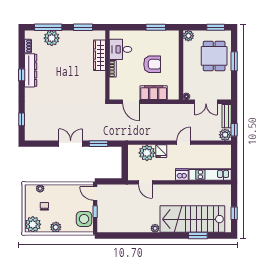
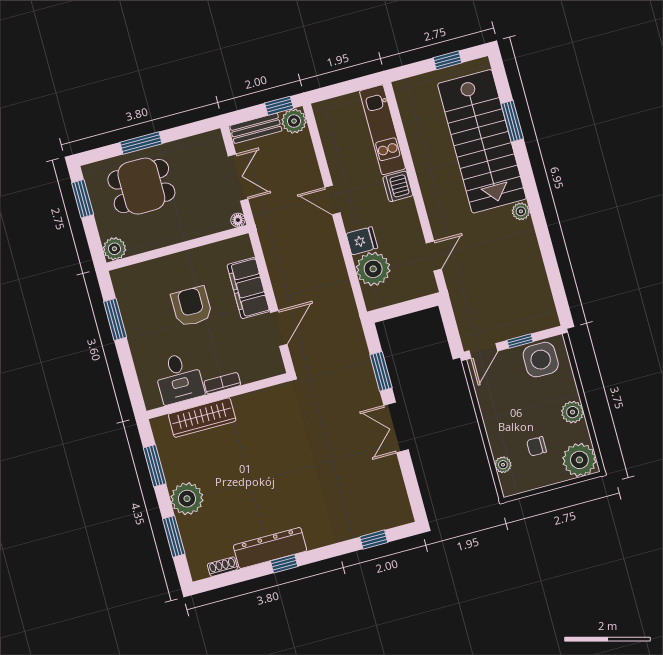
window: (48, 27) -> (174, 536), width x0.69
plant: (52, 38) -> (187, 499), moved

